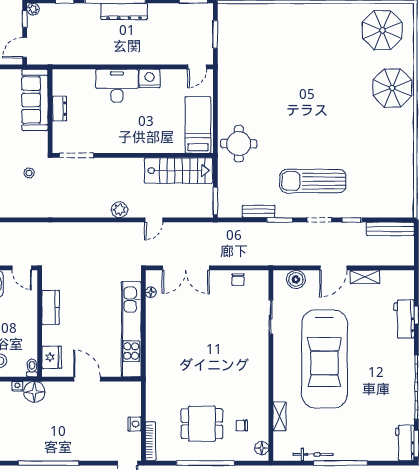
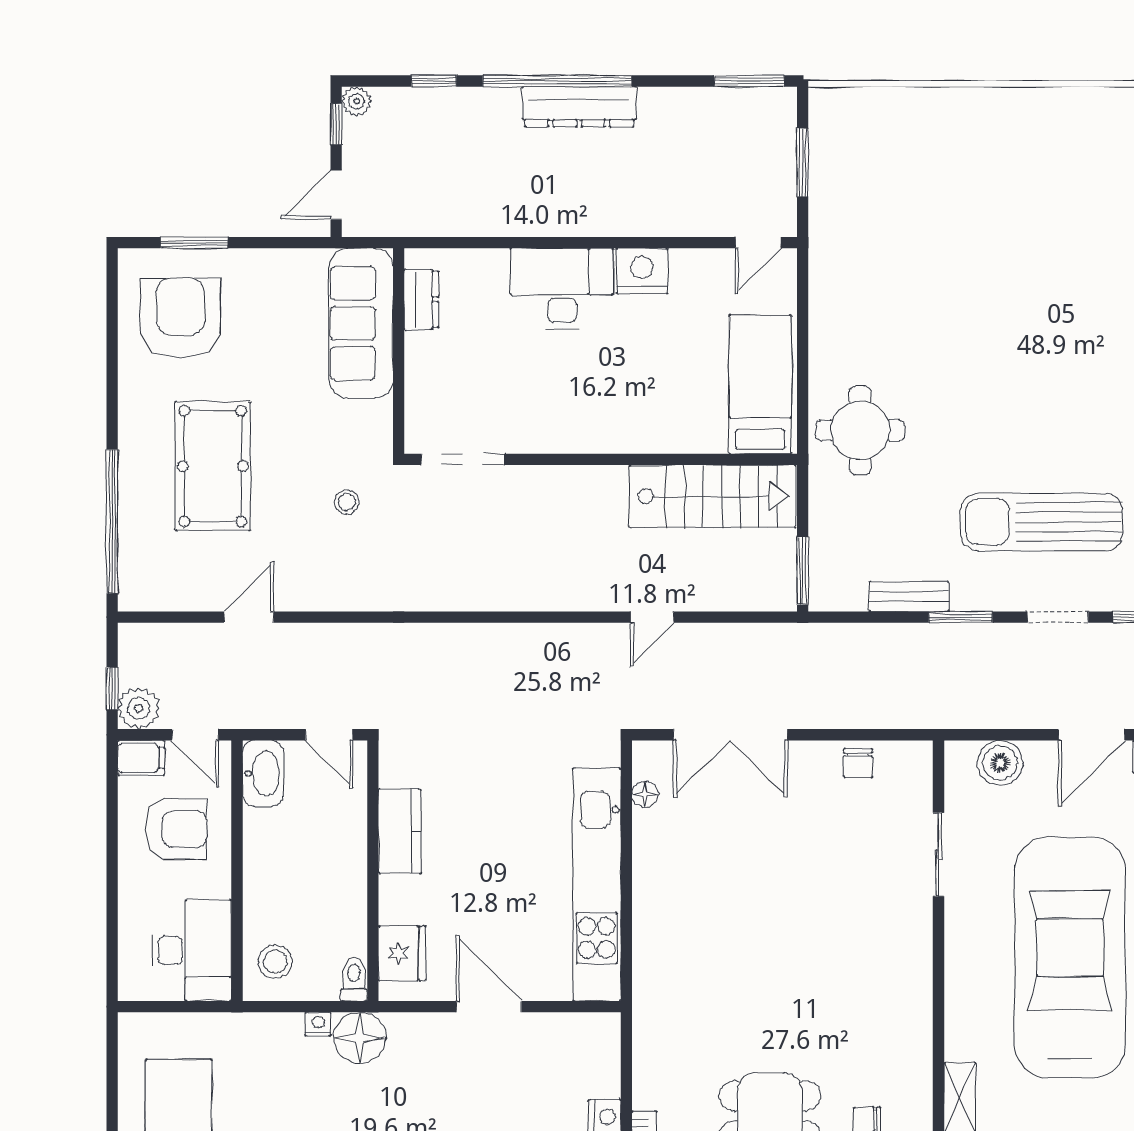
dresser: (59, 109) -> (421, 299), moved
plant: (119, 210) -> (568, 592), removed
car: (324, 359) -> (1070, 957), turned 180

